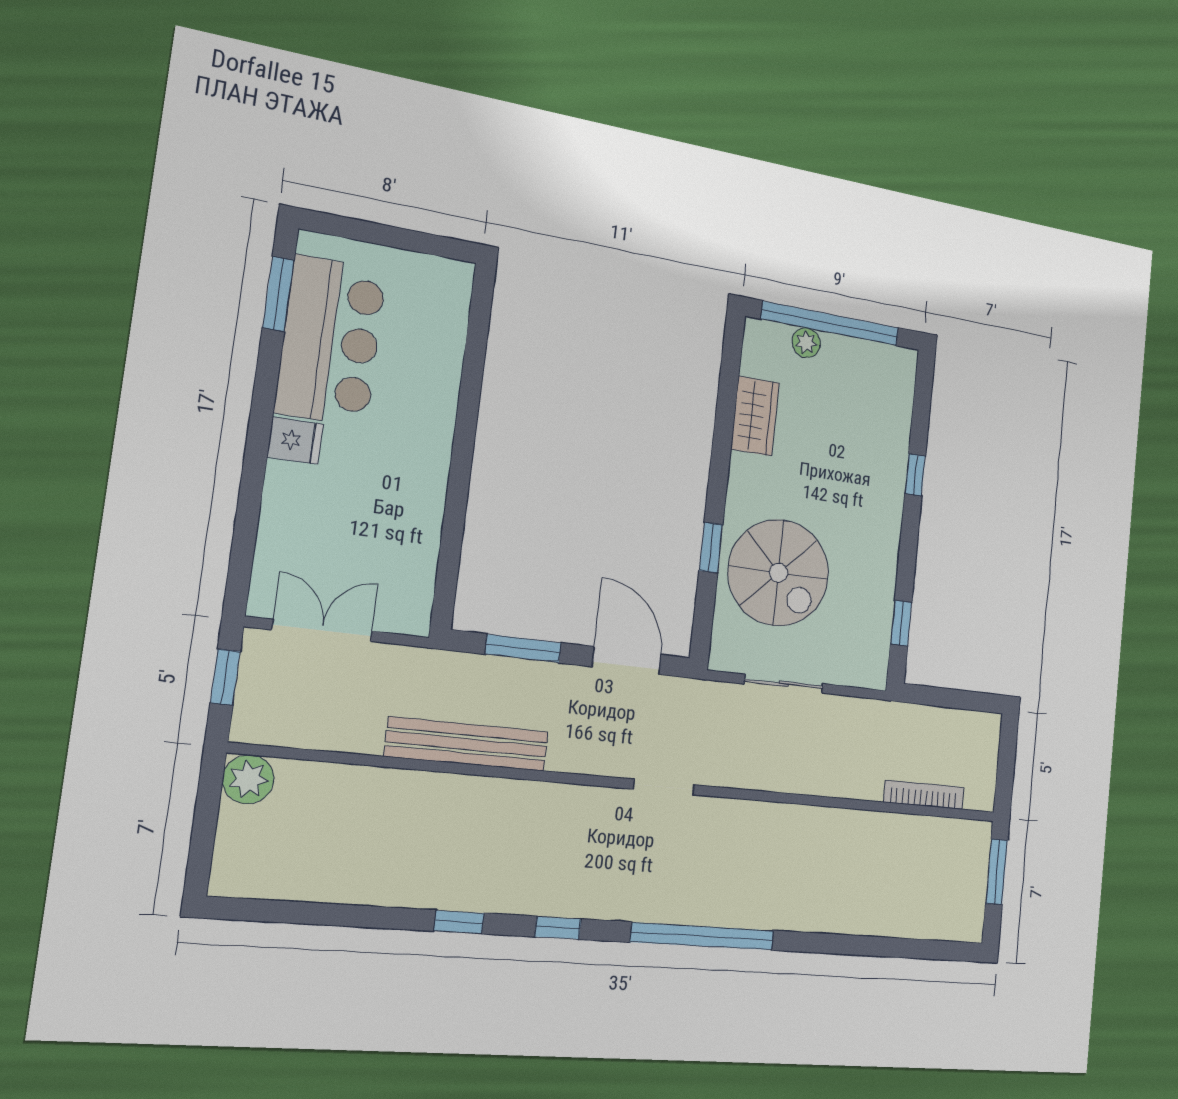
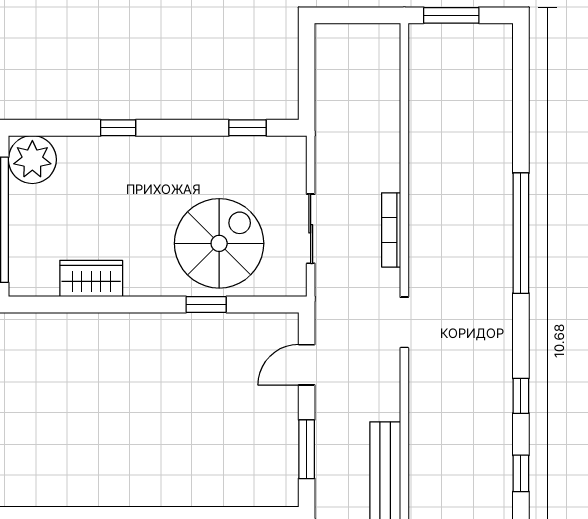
plant: (806, 343) -> (32, 160), moved, width x1.87, depth x1.87
door: (627, 661) -> (307, 365), width x0.73
bookcase: (924, 795) -> (391, 230), moved
window: (703, 936) -> (521, 233), moved

